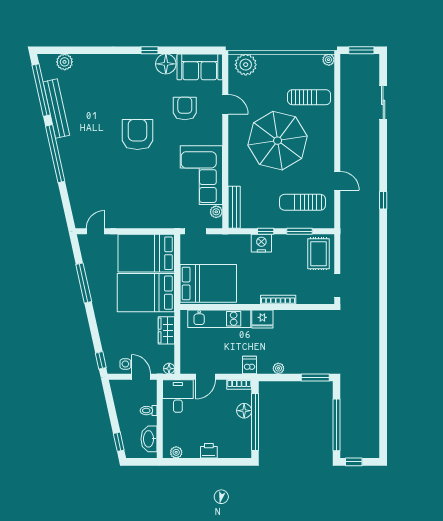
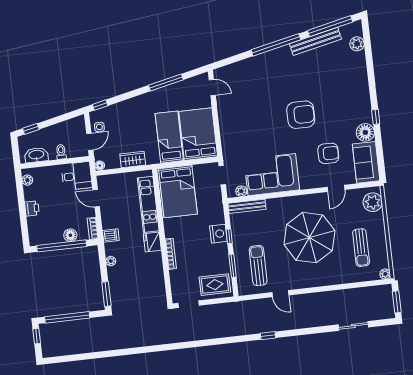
sun lounger: (309, 97) -> (361, 248), moved
door: (337, 181) -> (280, 294), hinge flipped
bed: (146, 293) -> (169, 137), width x0.67

